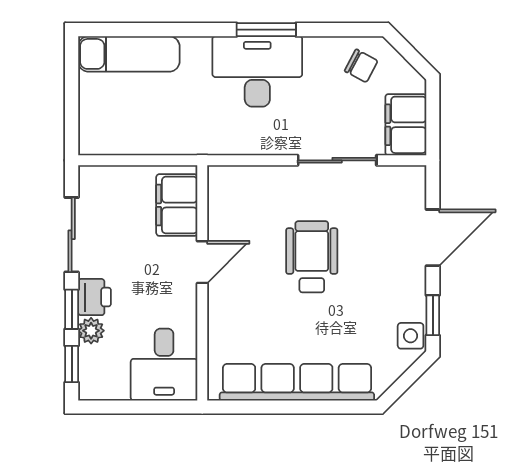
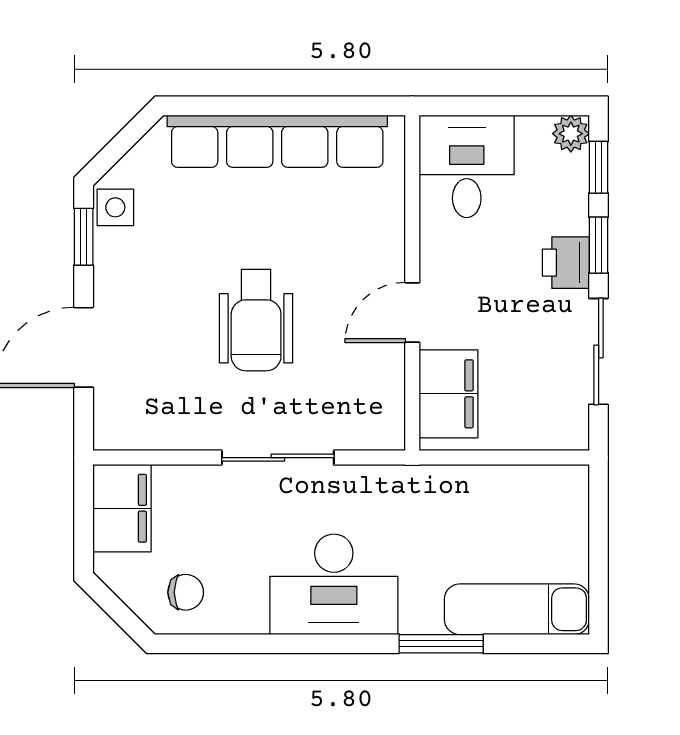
window: (266, 30) -> (441, 644), moved
chair: (361, 66) -> (186, 592), turned 152
sliding door: (337, 160) -> (278, 458), moved
plant: (91, 331) -> (571, 134), moved

